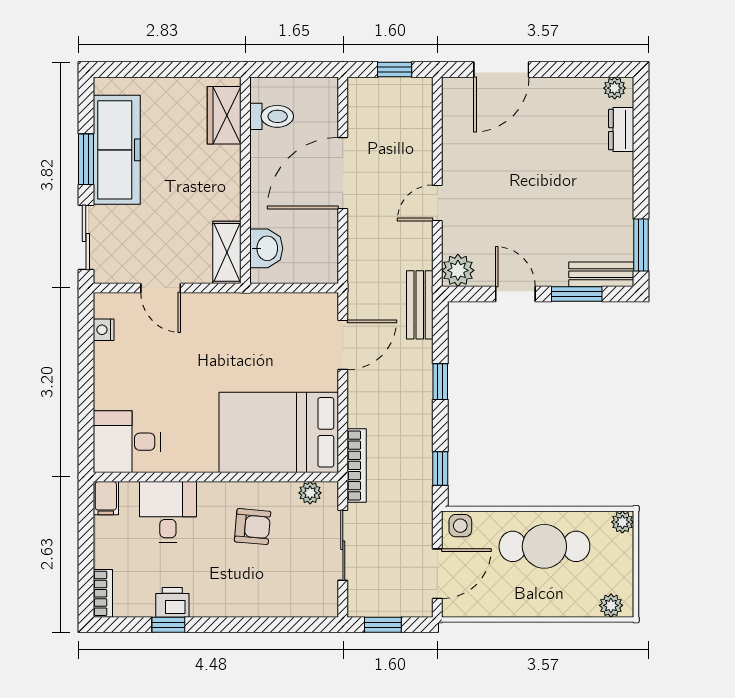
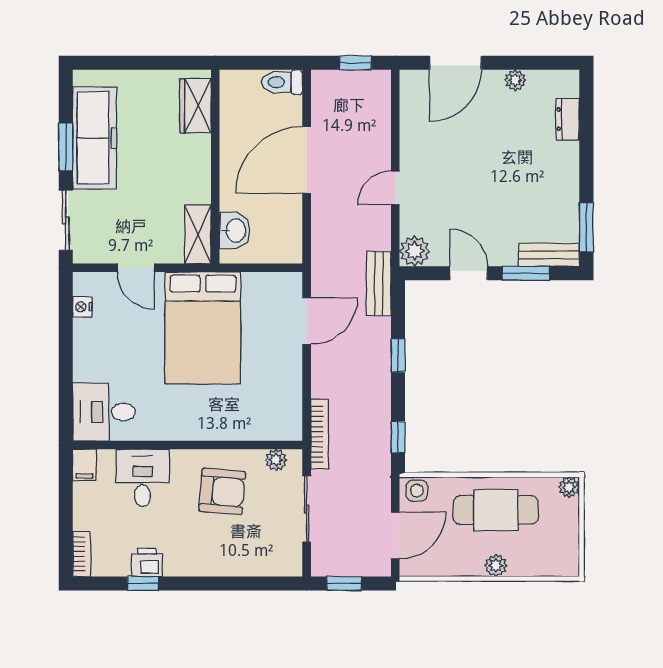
plant: (615, 88) -> (515, 80), moved
toilet: (272, 116) -> (282, 82), moved, turned 180
bed: (279, 432) -> (203, 328), moved, turned -90
armchair: (253, 527) -> (222, 491), width x1.38, depth x1.38
plant: (611, 605) -> (496, 565), moved

